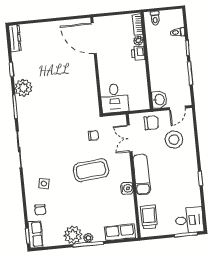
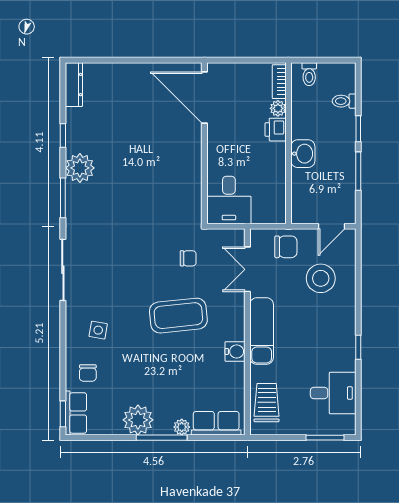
washbasin: (159, 100) -> (303, 154), moved
desk: (189, 220) -> (333, 393), moved
plant: (88, 238) -> (182, 427), moved

